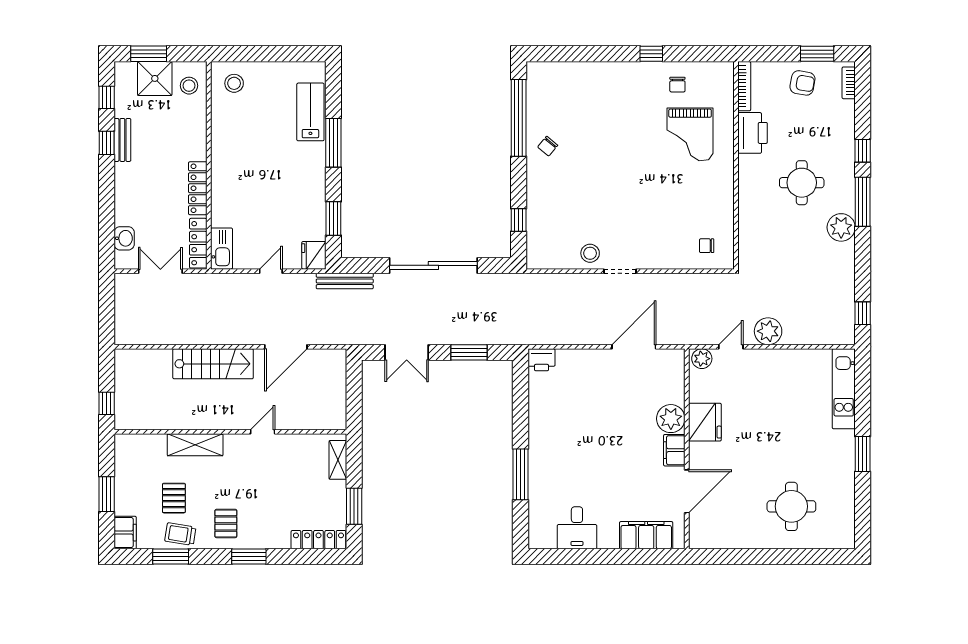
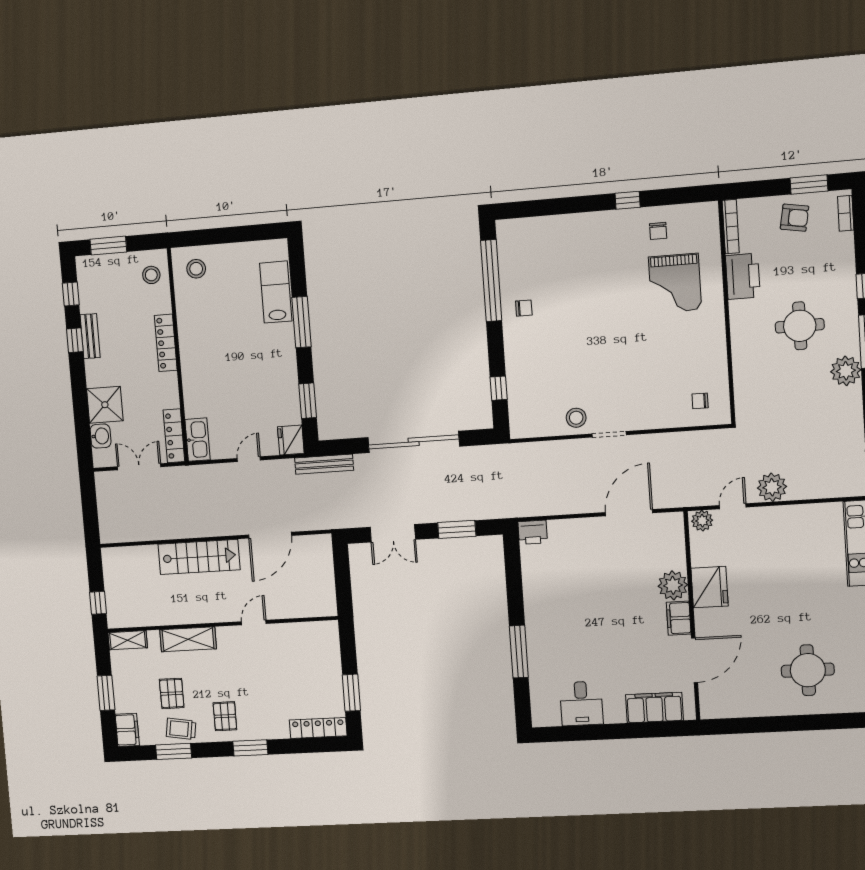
shower: (155, 78) -> (105, 405), moved
chair: (548, 146) -> (524, 308), turned -130
locker: (198, 188) -> (166, 343), moved
shelving: (338, 460) -> (128, 640), moved, turned 90

